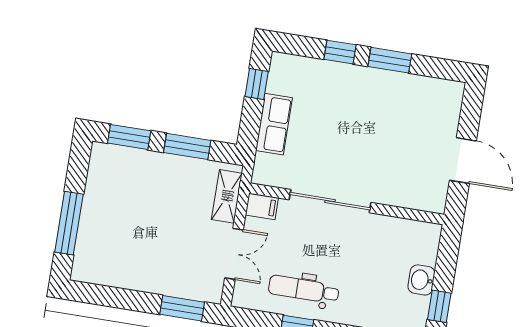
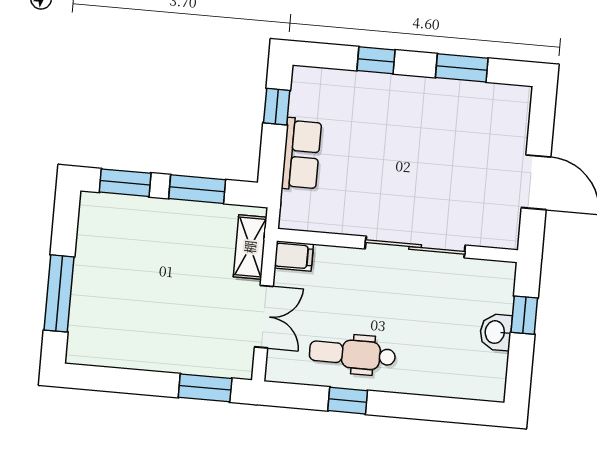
window: (390, 60) -> (462, 68), moved
sliding door: (330, 201) -> (415, 247), moved
window: (439, 306) -> (524, 315), moved

